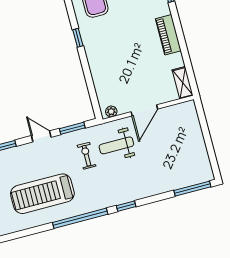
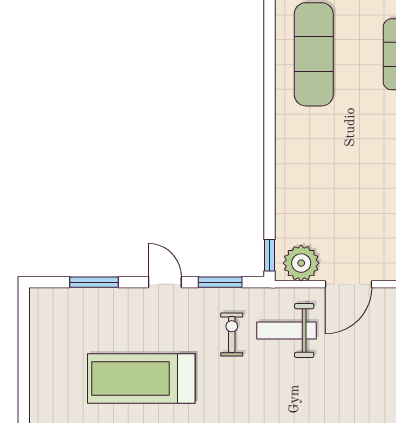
window: (78, 38) -> (269, 255), moved
plant: (111, 112) -> (301, 263), width x1.88, depth x1.88

